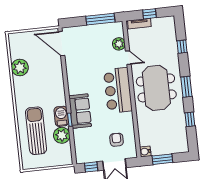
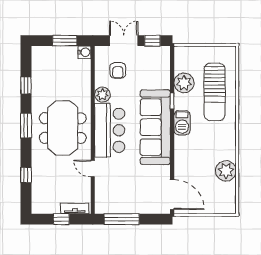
plant: (119, 44) -> (102, 95), moved
sofa: (80, 111) -> (155, 127), width x1.85, depth x1.27
barbecue: (61, 116) -> (182, 123), moved

